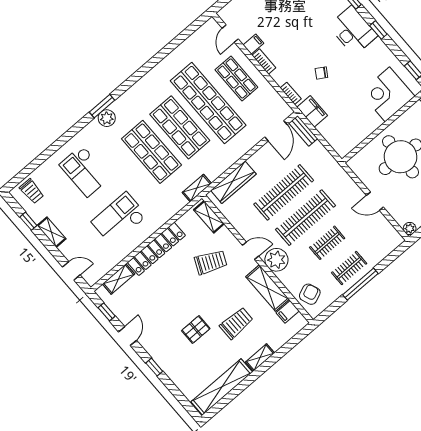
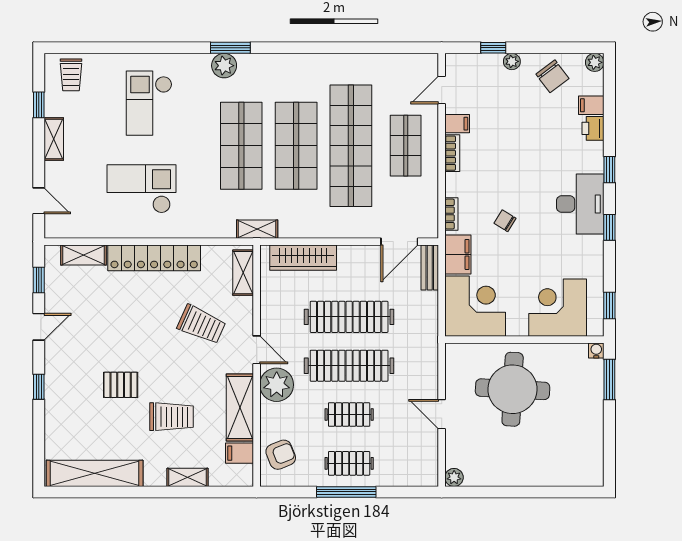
corner desk: (344, 130) -> (475, 306), added
shelving: (260, 358) -> (187, 477), moved

